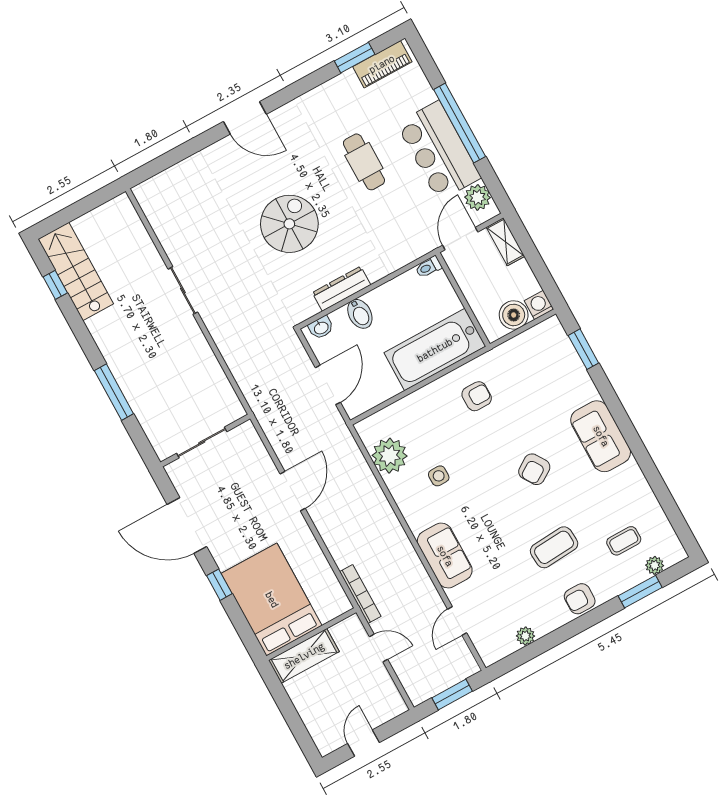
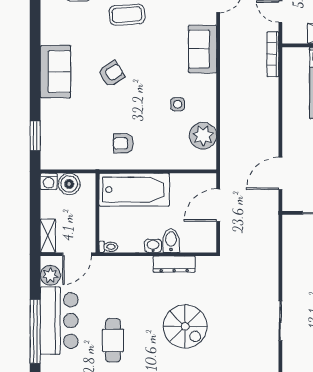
spiral stairs: (289, 224) -> (185, 326), turned -90
washbasin: (321, 328) -> (153, 246), moved
door: (293, 491) -> (280, 173), moved

